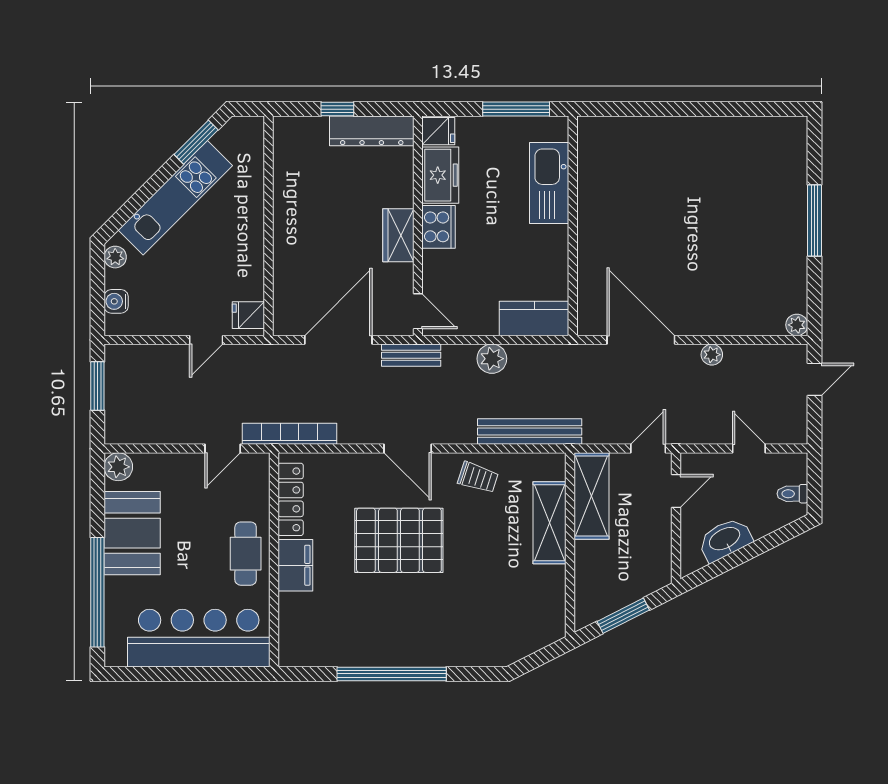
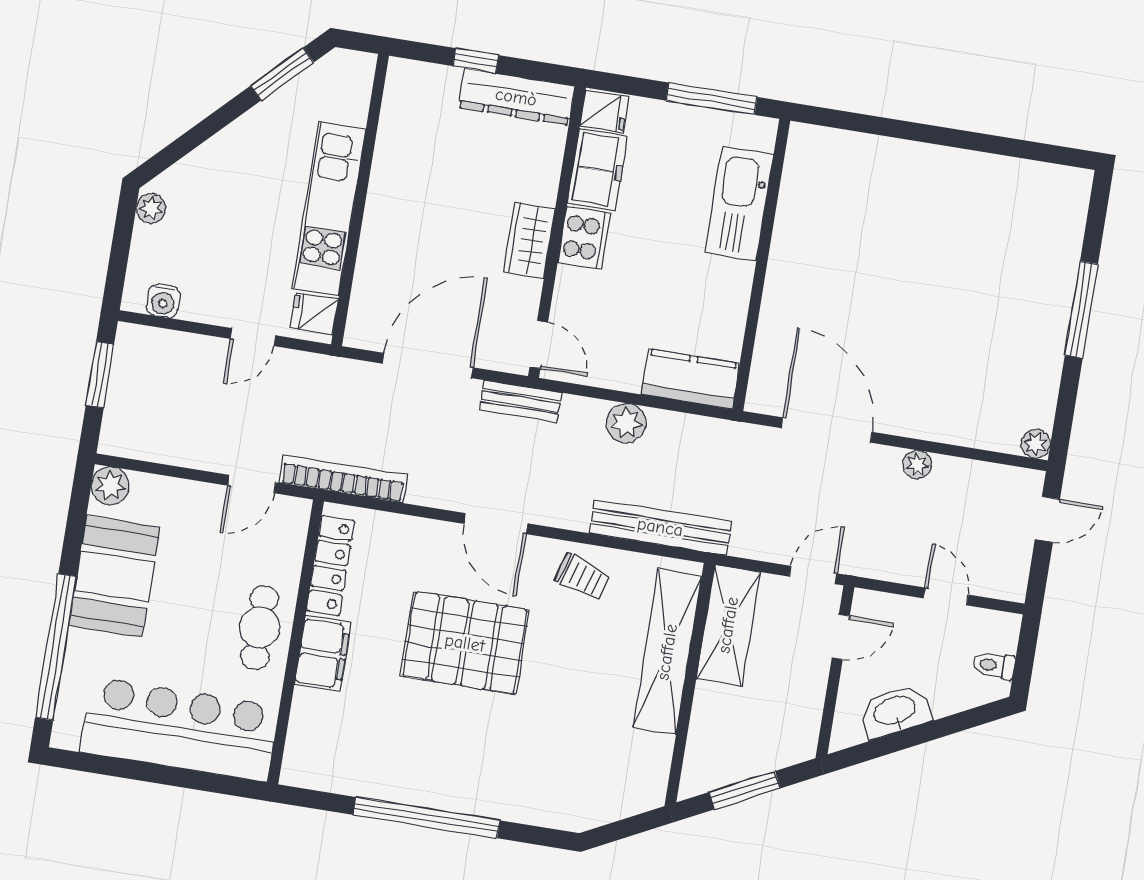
kitchen unit: (175, 198) -> (329, 209), moved, turned 135
water cooler: (116, 301) -> (163, 301), moved, turned -90
shelving: (550, 523) -> (667, 652), width x1.47

